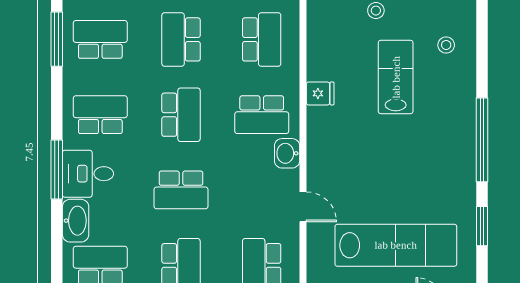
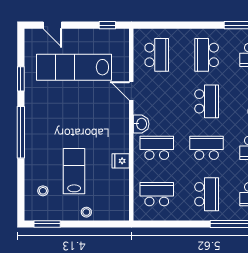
school desk: (262, 39) -> (157, 194), turned 90
lab bench: (396, 77) -> (74, 171), turned 180
school desk: (181, 115) -> (207, 148), turned 90
school desk: (181, 190) -> (207, 101), turned 90

